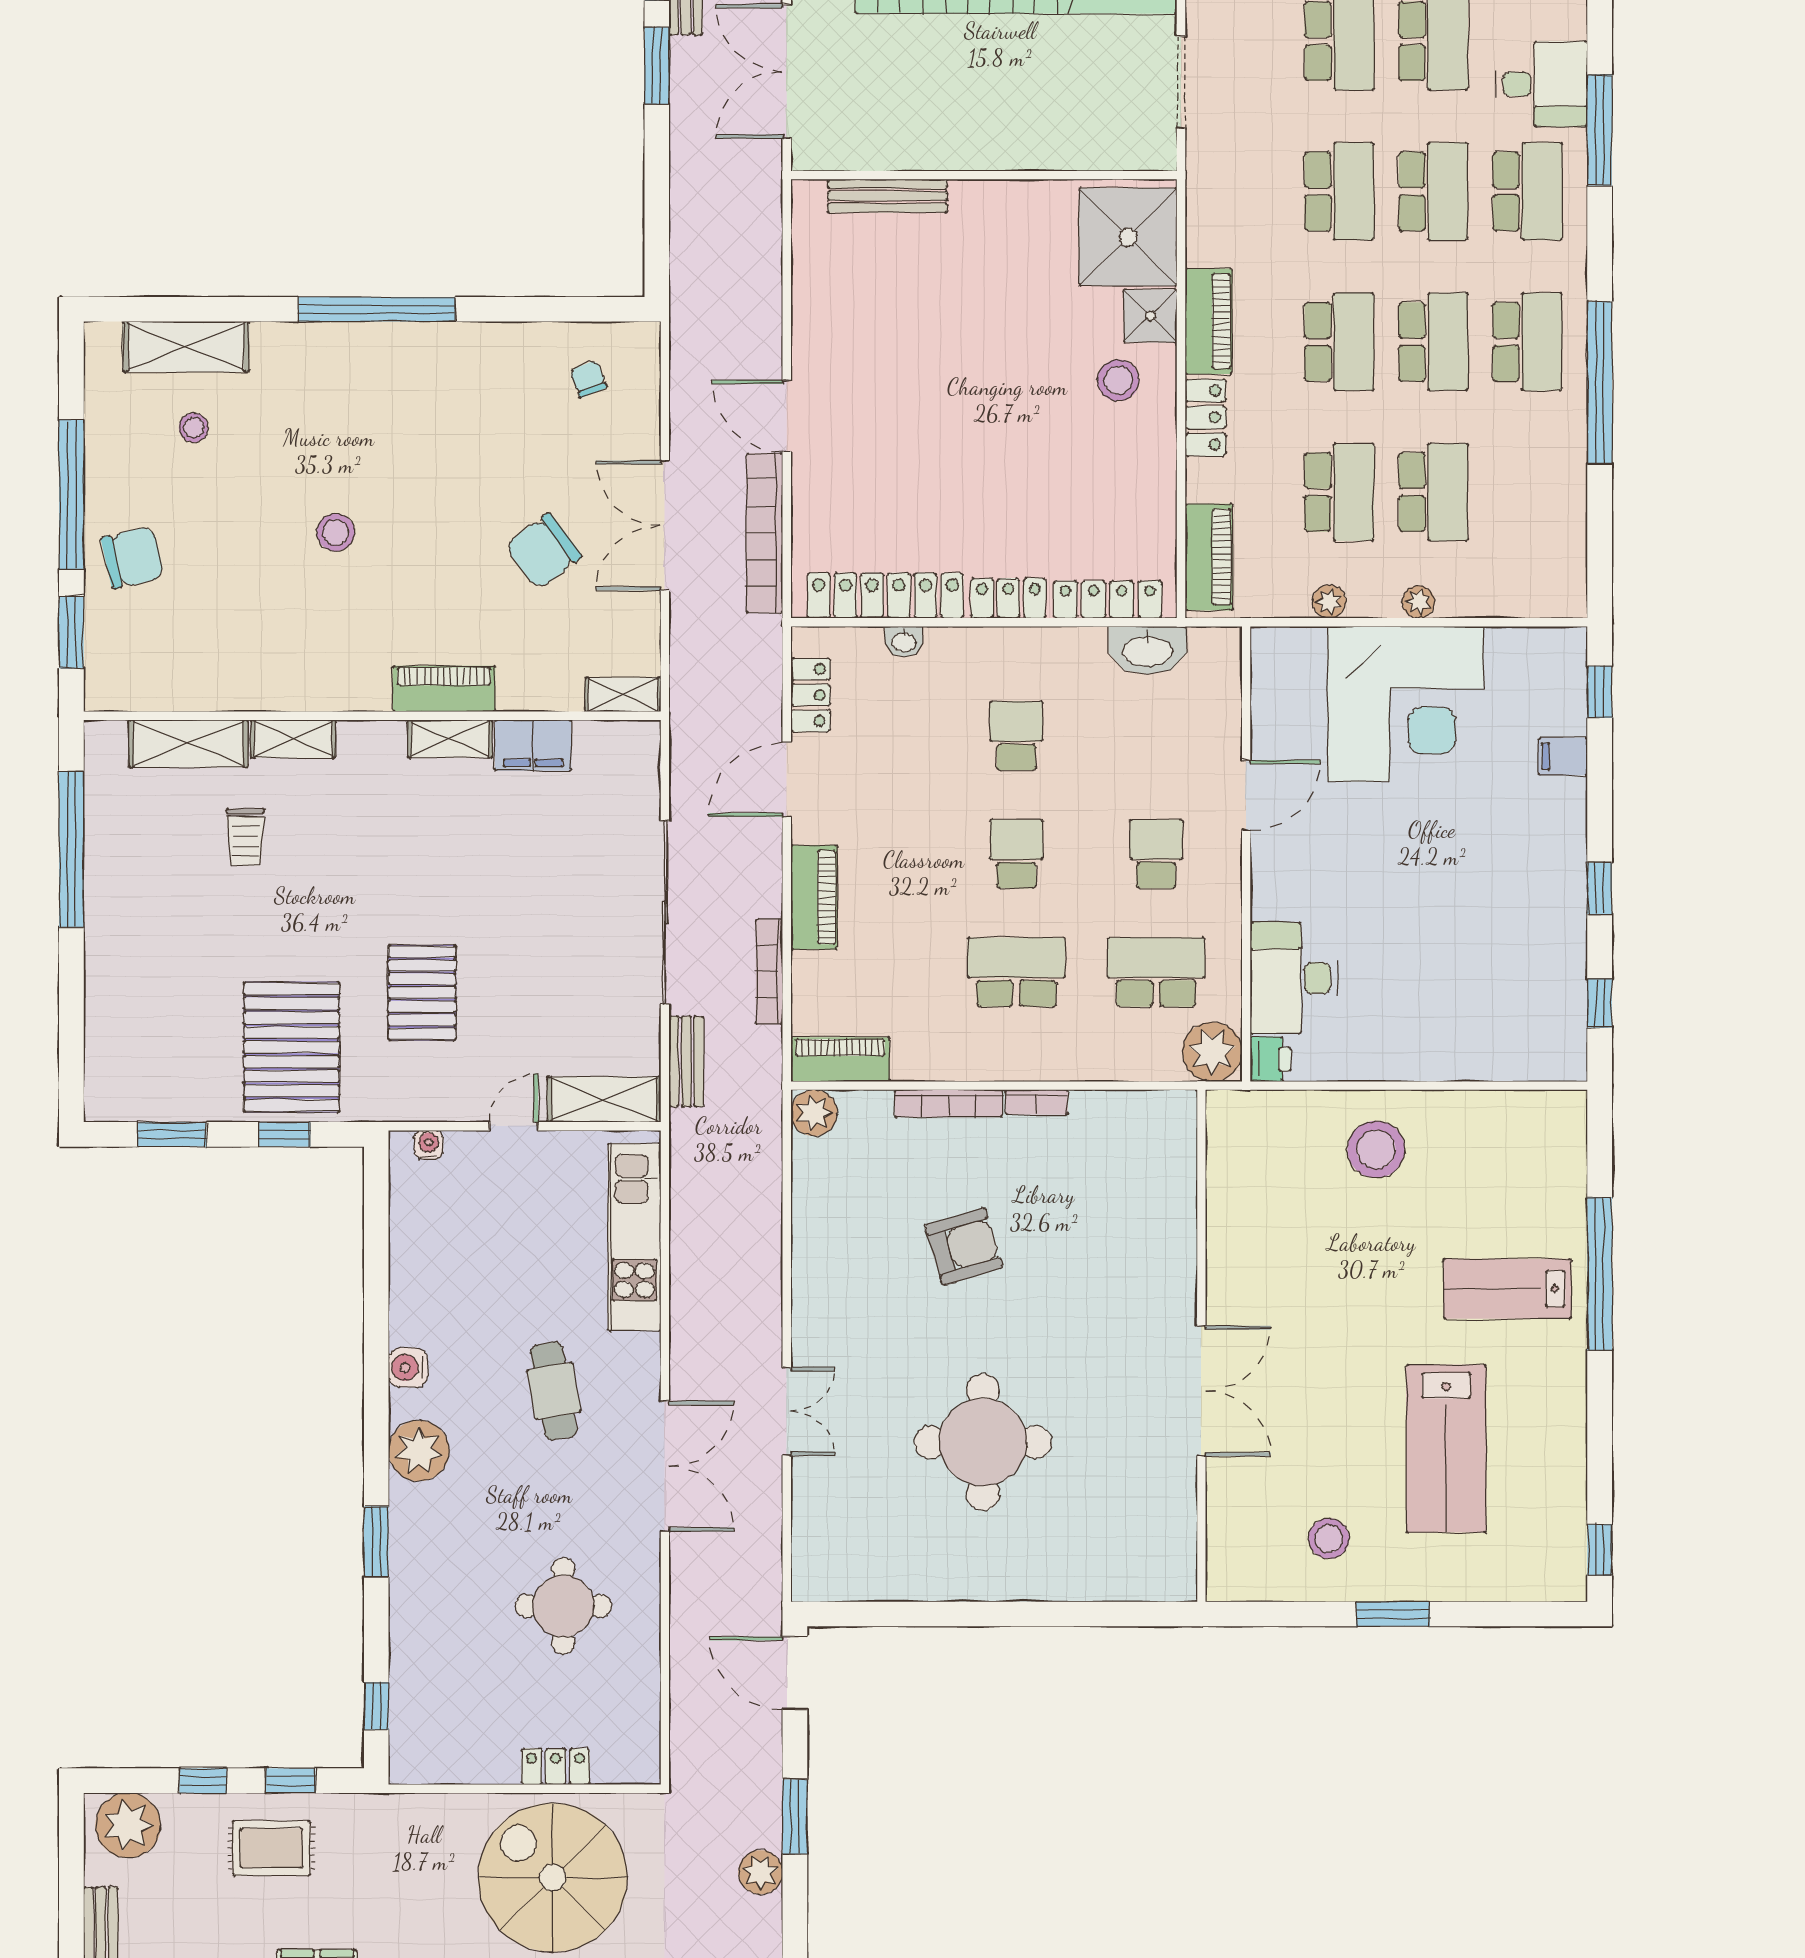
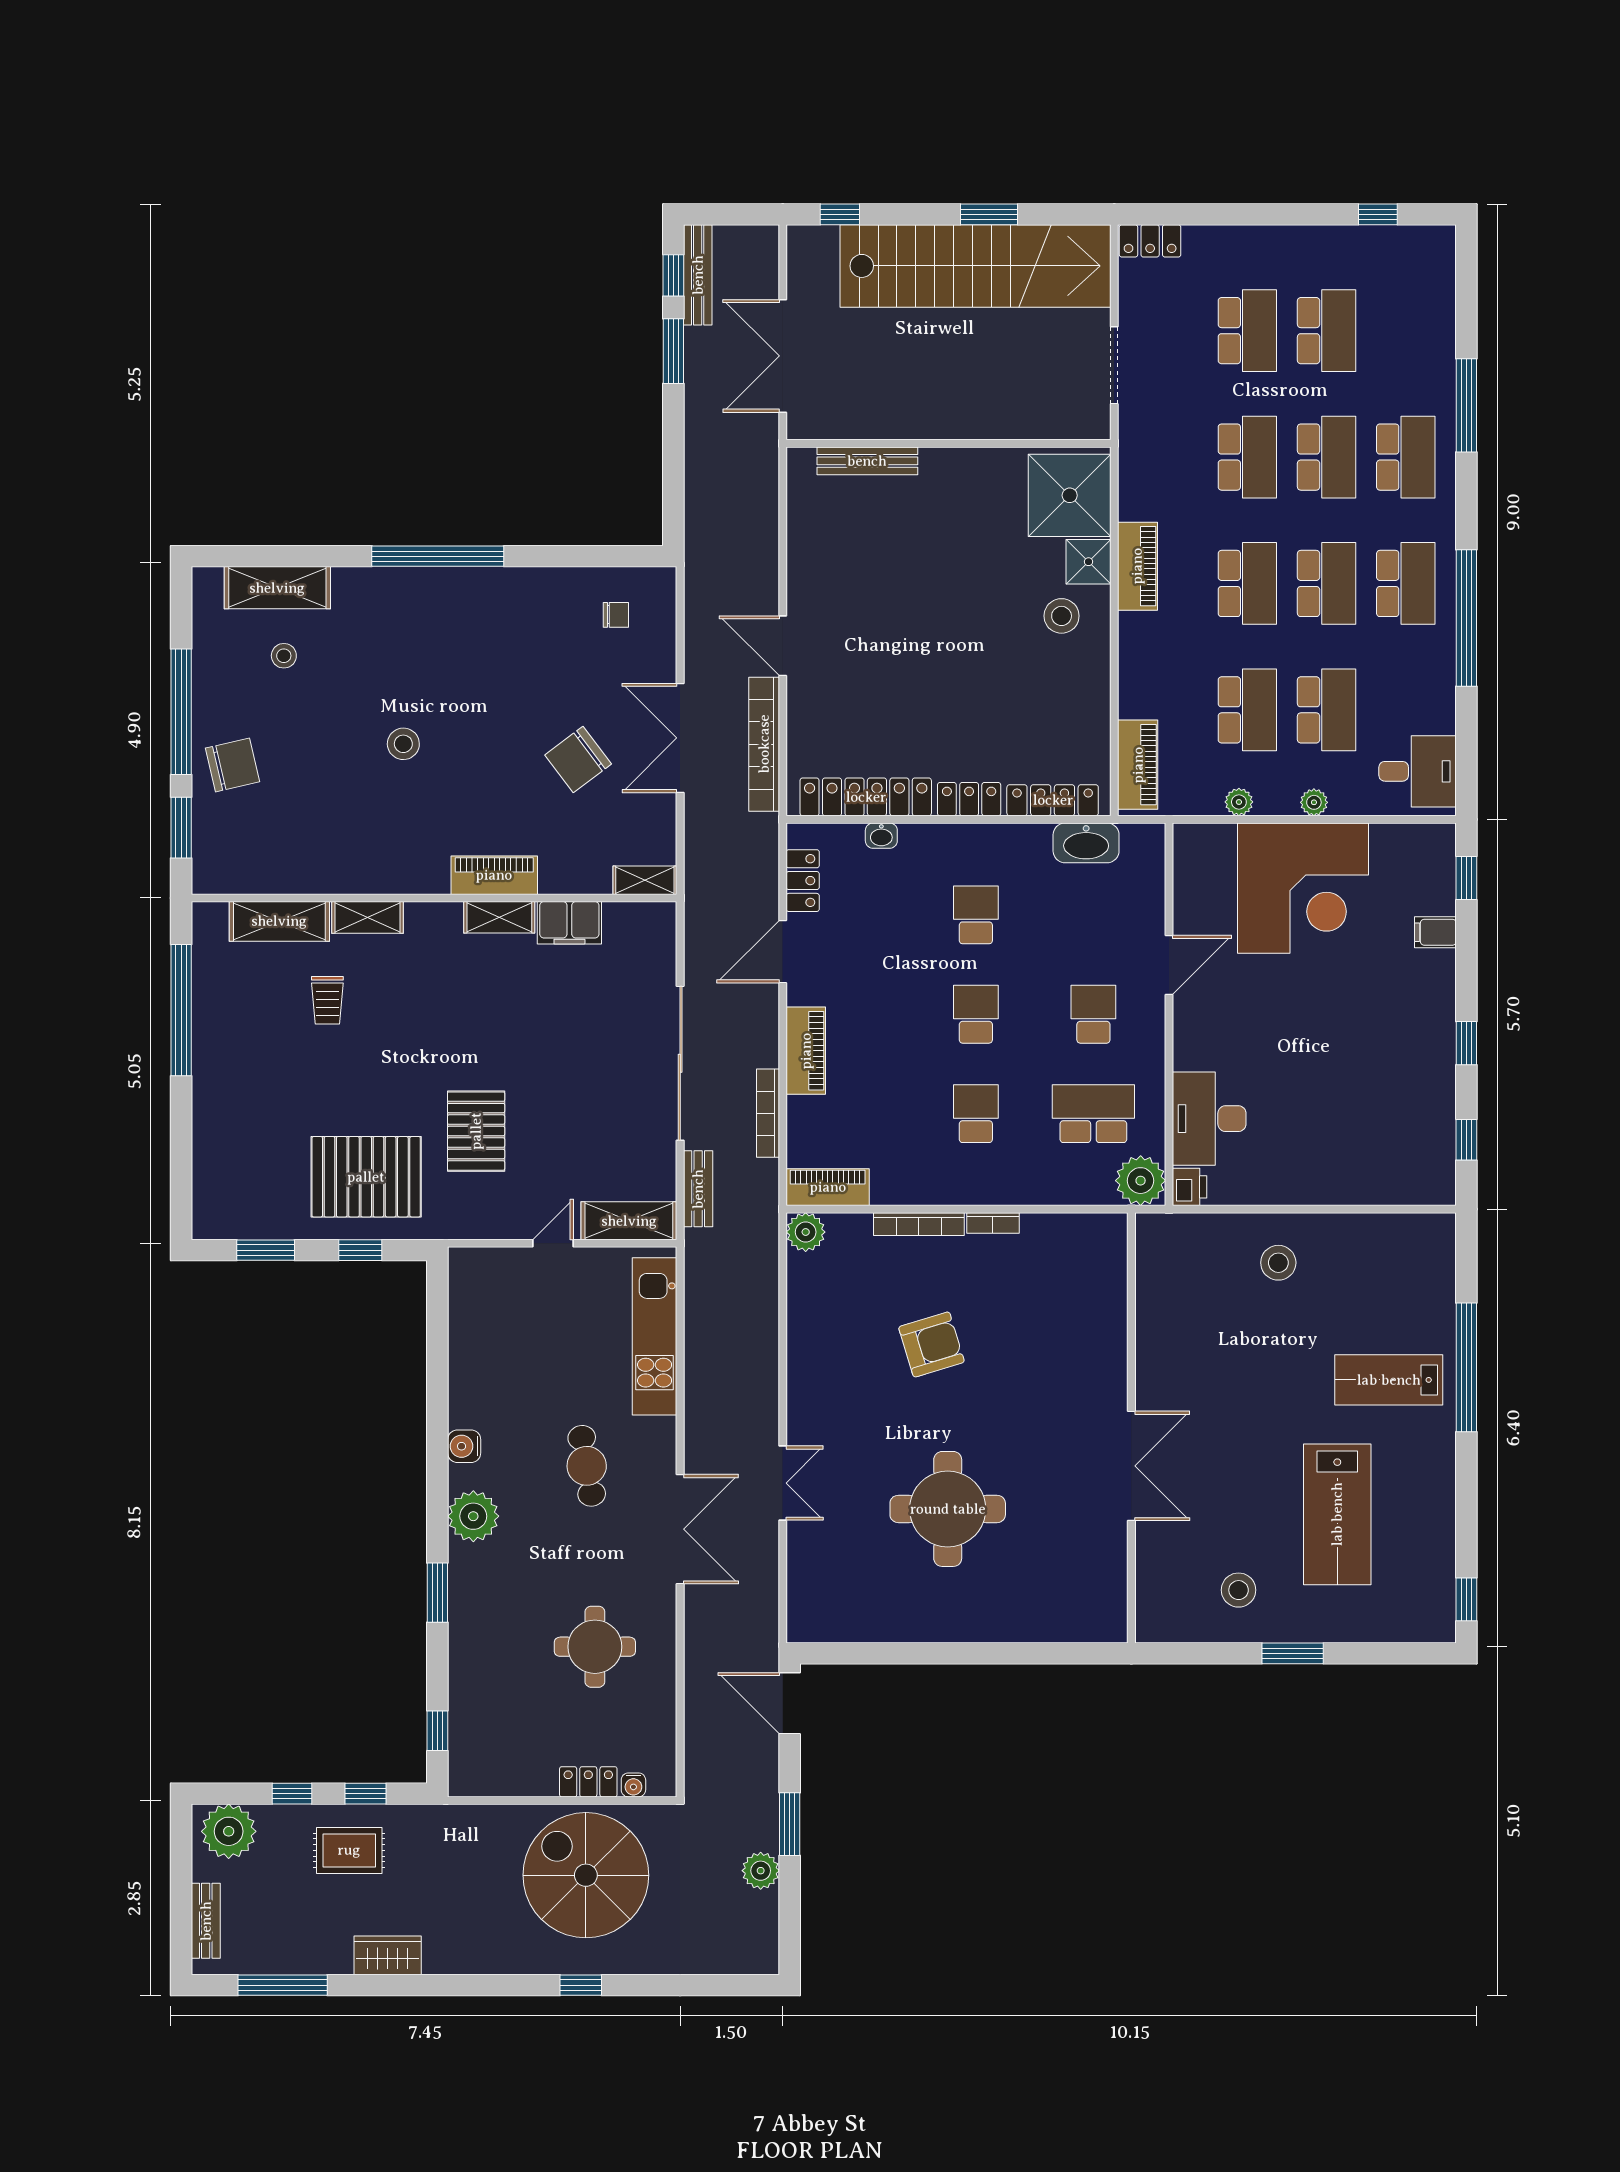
desk: (1542, 84) -> (1418, 771), moved
chair: (588, 379) -> (616, 615), turned 111
locker: (1206, 418) -> (1135, 647), removed
school desk: (1016, 972) -> (976, 1114), width x0.54
pallet: (292, 1047) -> (366, 1177), turned 90
water cooler: (429, 1145) -> (633, 1785), moved, turned 180
stool: (1376, 1149) -> (1278, 1263), width x0.73, depth x0.73

